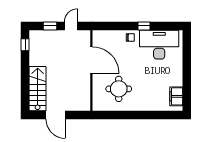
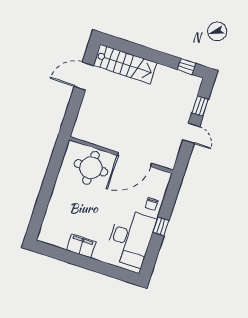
door: (91, 60) -> (134, 159), moved
wall: (91, 70) -> (121, 155), moved
filing cabinet: (176, 96) -> (81, 246), moved

